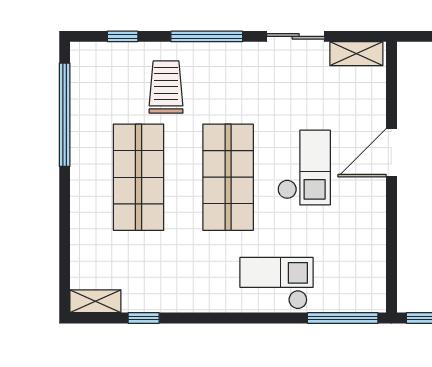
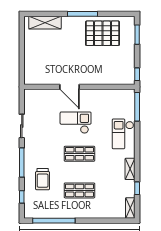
shelving: (356, 54) -> (130, 169), moved
trolley: (166, 87) -> (43, 179), turned -90
shop shelf: (139, 177) -> (79, 190), width x0.70, depth x0.74
shop shelf: (228, 177) -> (79, 154), width x0.70, depth x0.74

